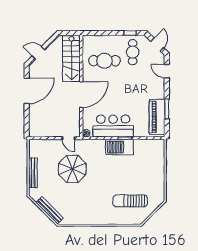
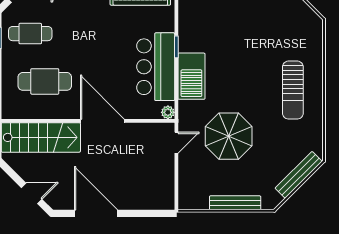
door: (38, 53) -> (32, 193), swing flipped
cafe table: (104, 61) -> (45, 81), turned 90
barbecue: (119, 147) -> (191, 76), moved
sun lounger: (130, 201) -> (293, 90), moved

